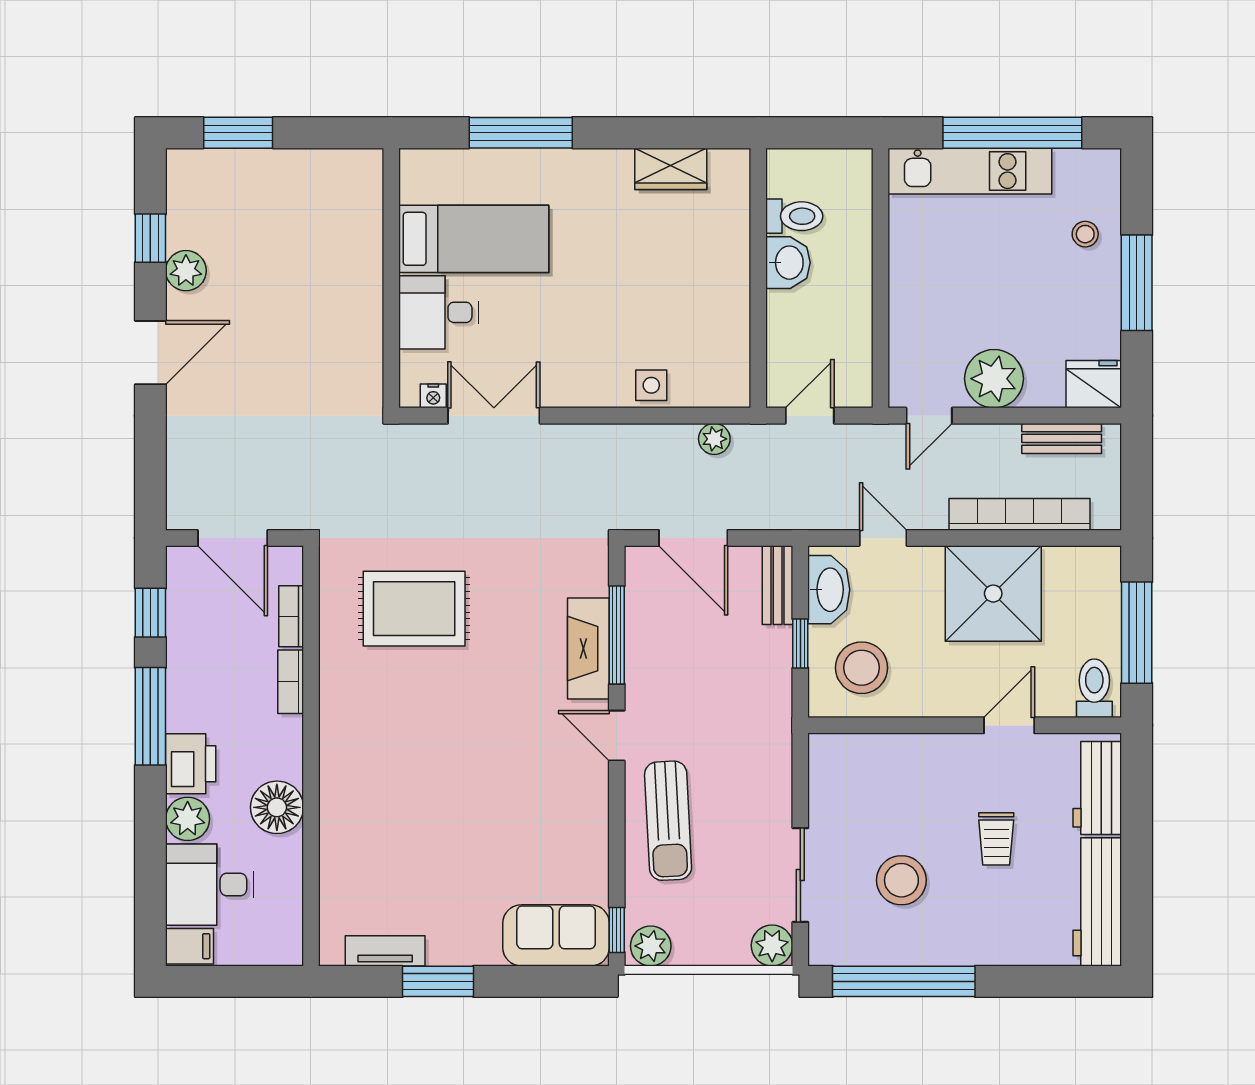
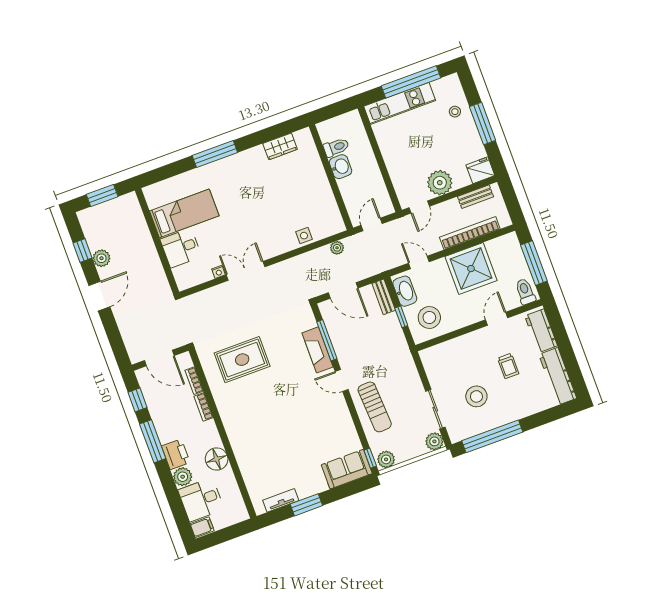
bed: (474, 239) -> (184, 213), moved
wall: (391, 278) -> (157, 241), moved
desk: (439, 312) -> (181, 248), moved

